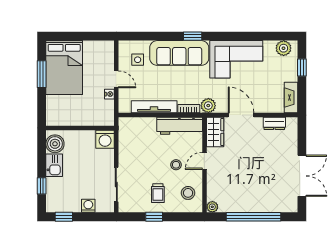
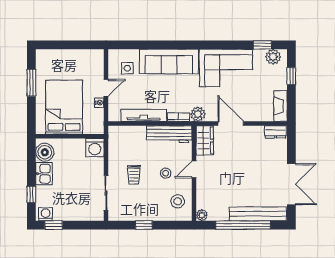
window: (193, 36) -> (262, 45), moved
bed: (64, 68) -> (64, 107), moved, turned 180
door: (116, 79) -> (106, 88), hinge flipped
dresser: (274, 123) -> (275, 132), moved
trolley: (158, 193) -> (134, 175), moved
bench: (268, 205) -> (258, 214), added
washing machine: (88, 206) -> (46, 214), moved

